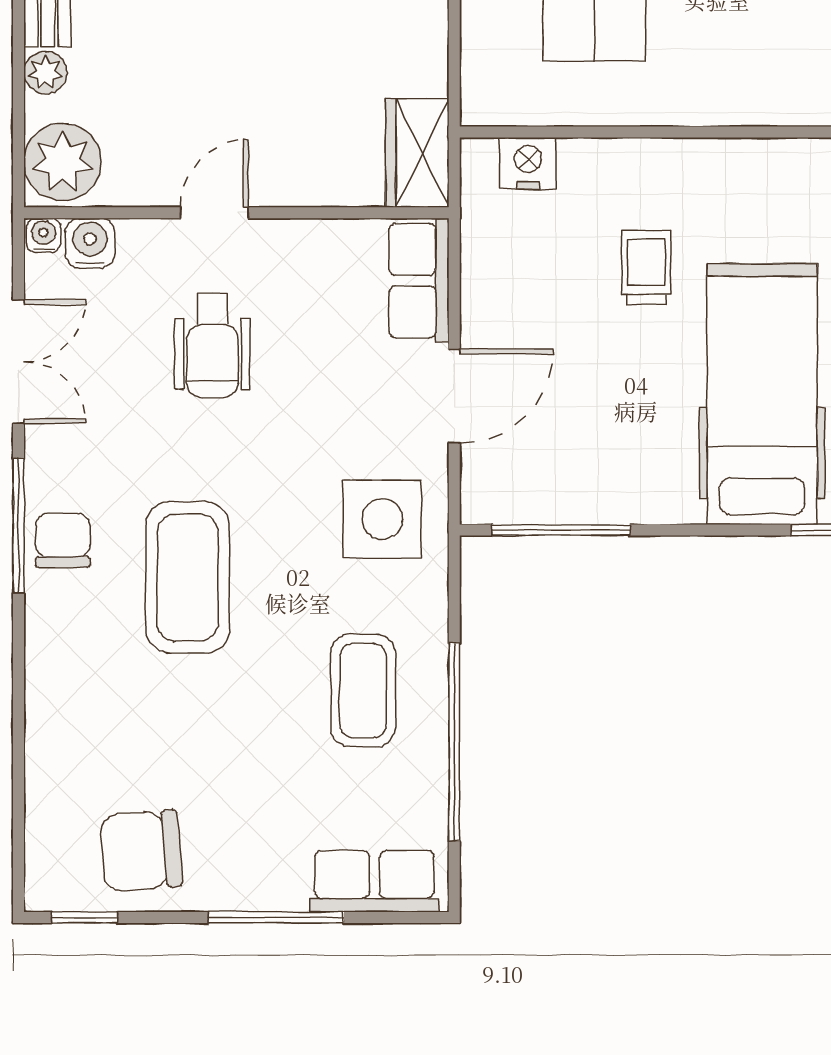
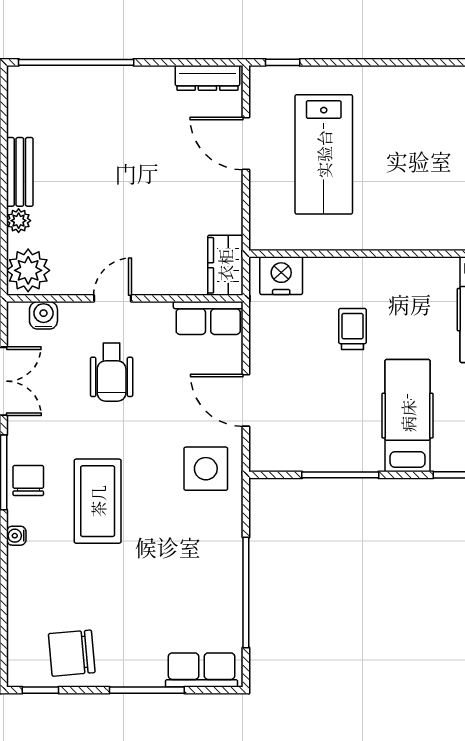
nightstand: (528, 163) -> (281, 276), width x1.36, depth x1.33
water cooler: (44, 235) -> (16, 536), moved, turned -90
row of seats: (419, 280) -> (208, 318), moved, turned -90
hospital bed: (762, 394) -> (408, 416), width x0.73, depth x0.78
door: (454, 396) -> (246, 400), swing flipped
window: (561, 530) -> (340, 475), moved
coffee table: (363, 691) -> (195, 564), removed

